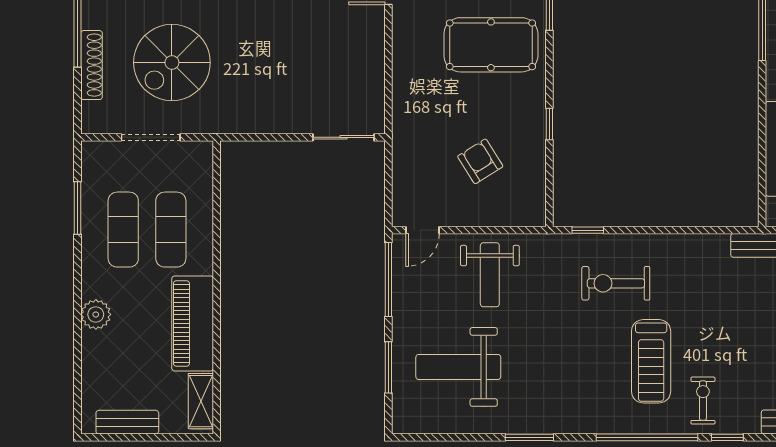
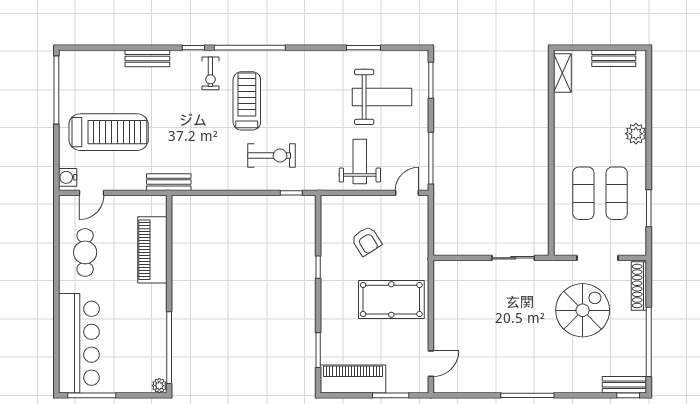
pool table: (491, 45) -> (391, 300), moved
shoe rack: (91, 65) -> (639, 286), moved
sliding door: (344, 137) -> (513, 258), moved
piano: (193, 323) -> (568, 127), removed
window: (388, 367) -> (431, 80), moved
window: (529, 437) -> (364, 48), moved

